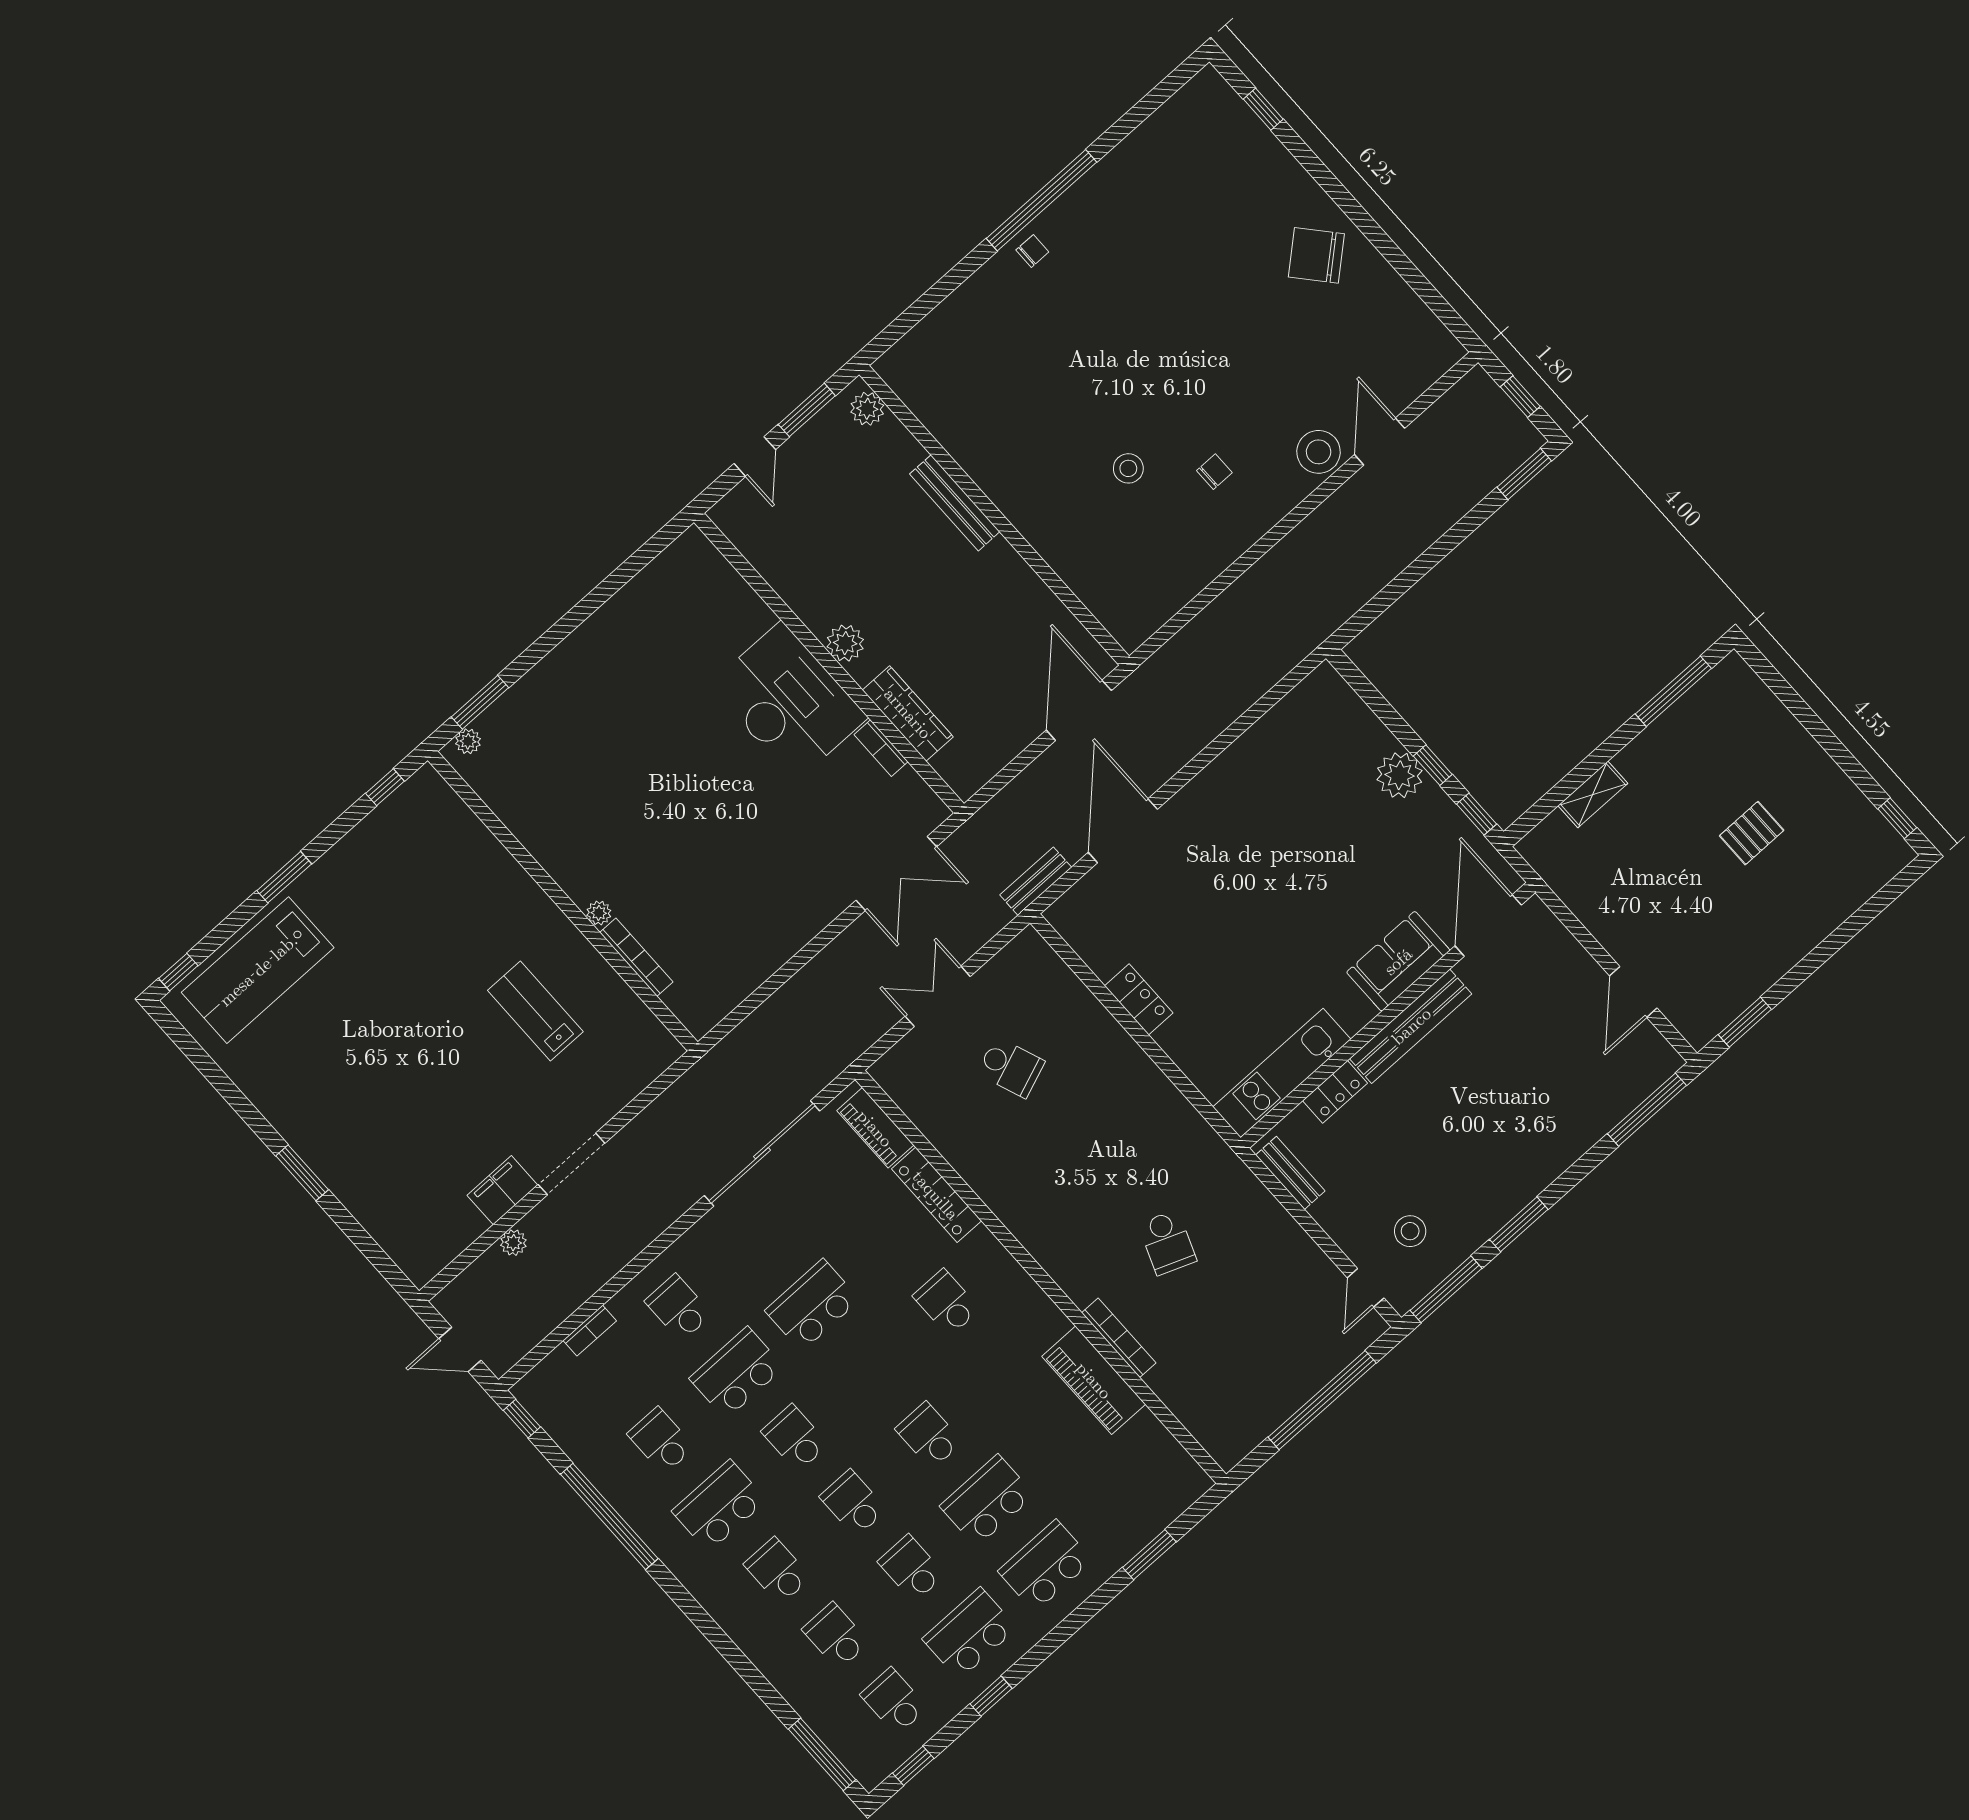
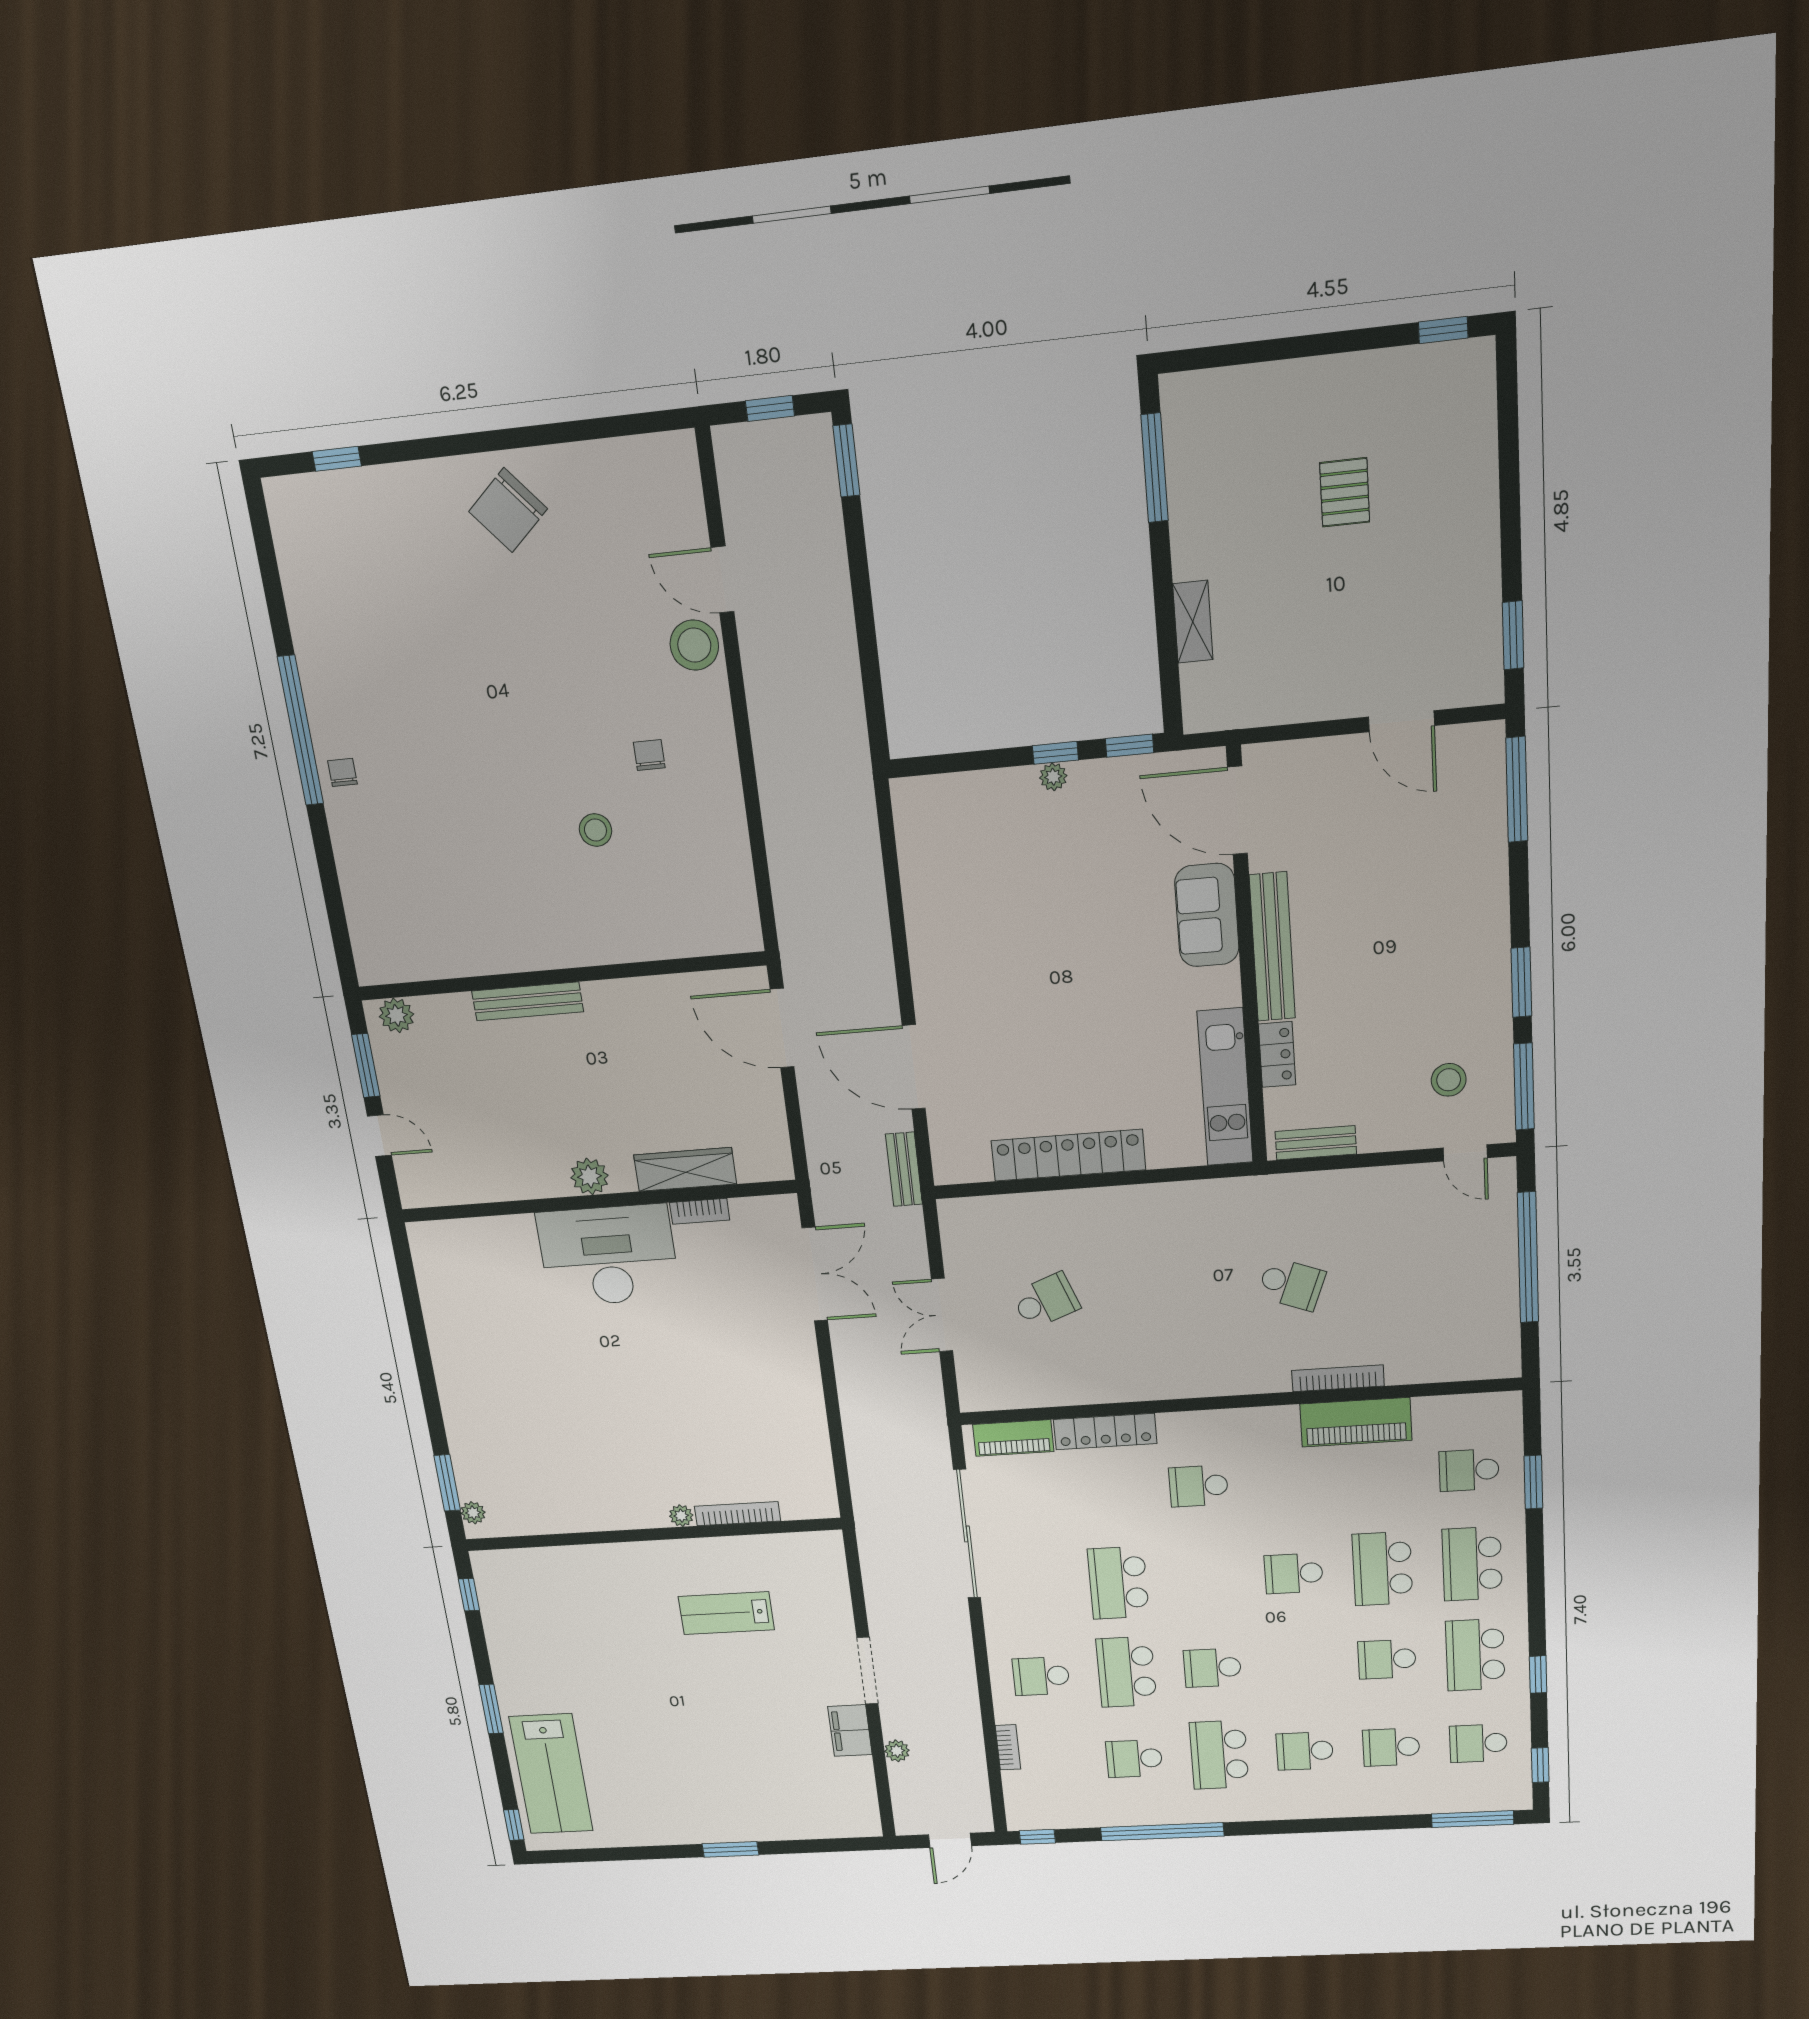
plant: (1400, 775) -> (1053, 777), width x0.53, depth x0.53
locker: (1139, 999) -> (1068, 1155), width x2.16, depth x1.21
school desk: (853, 1503) -> (1469, 1470), moved

